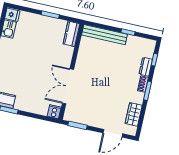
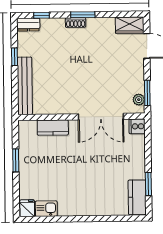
kitchen counter: (71, 34) -> (53, 128), moved
dresser: (146, 67) -> (28, 25), moved
wardrobe: (134, 114) -> (130, 25), moved
plant: (74, 118) -> (139, 100), added

